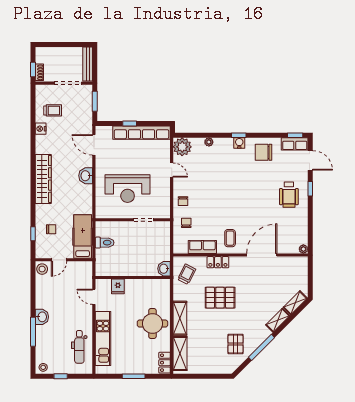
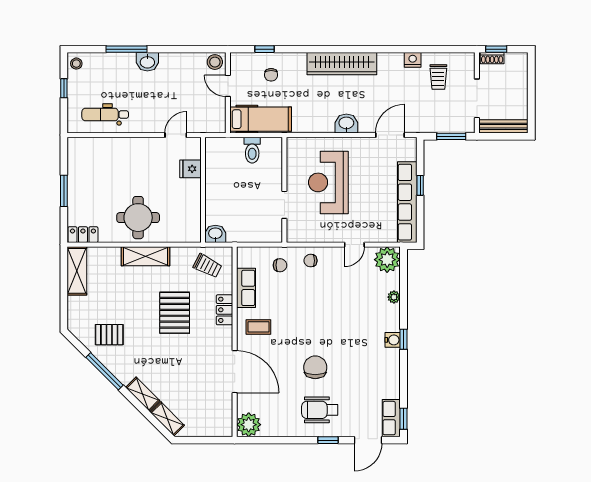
chair: (264, 152) -> (315, 367), moved
plant: (303, 249) -> (249, 425), width x1.87, depth x1.87
kitchen unit: (103, 338) -> (117, 148), removed
shelving: (180, 354) -> (77, 271), moved, turned 90

